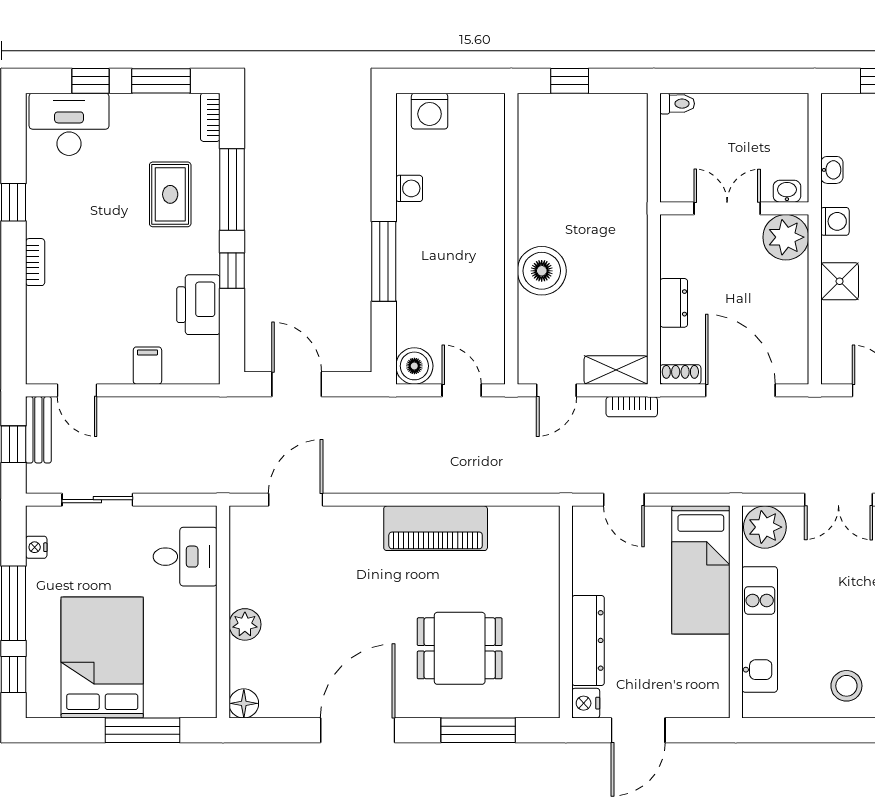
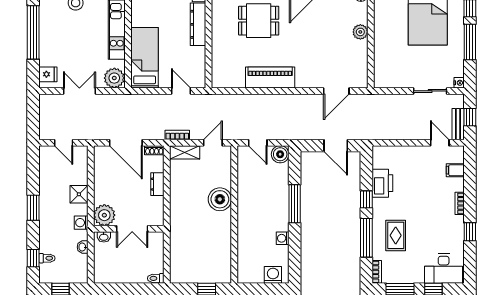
filing cabinet: (147, 366) -> (455, 170), moved, turned 90
nightstand: (36, 547) -> (459, 83), moved
desk: (185, 557) -> (389, 64), removed

